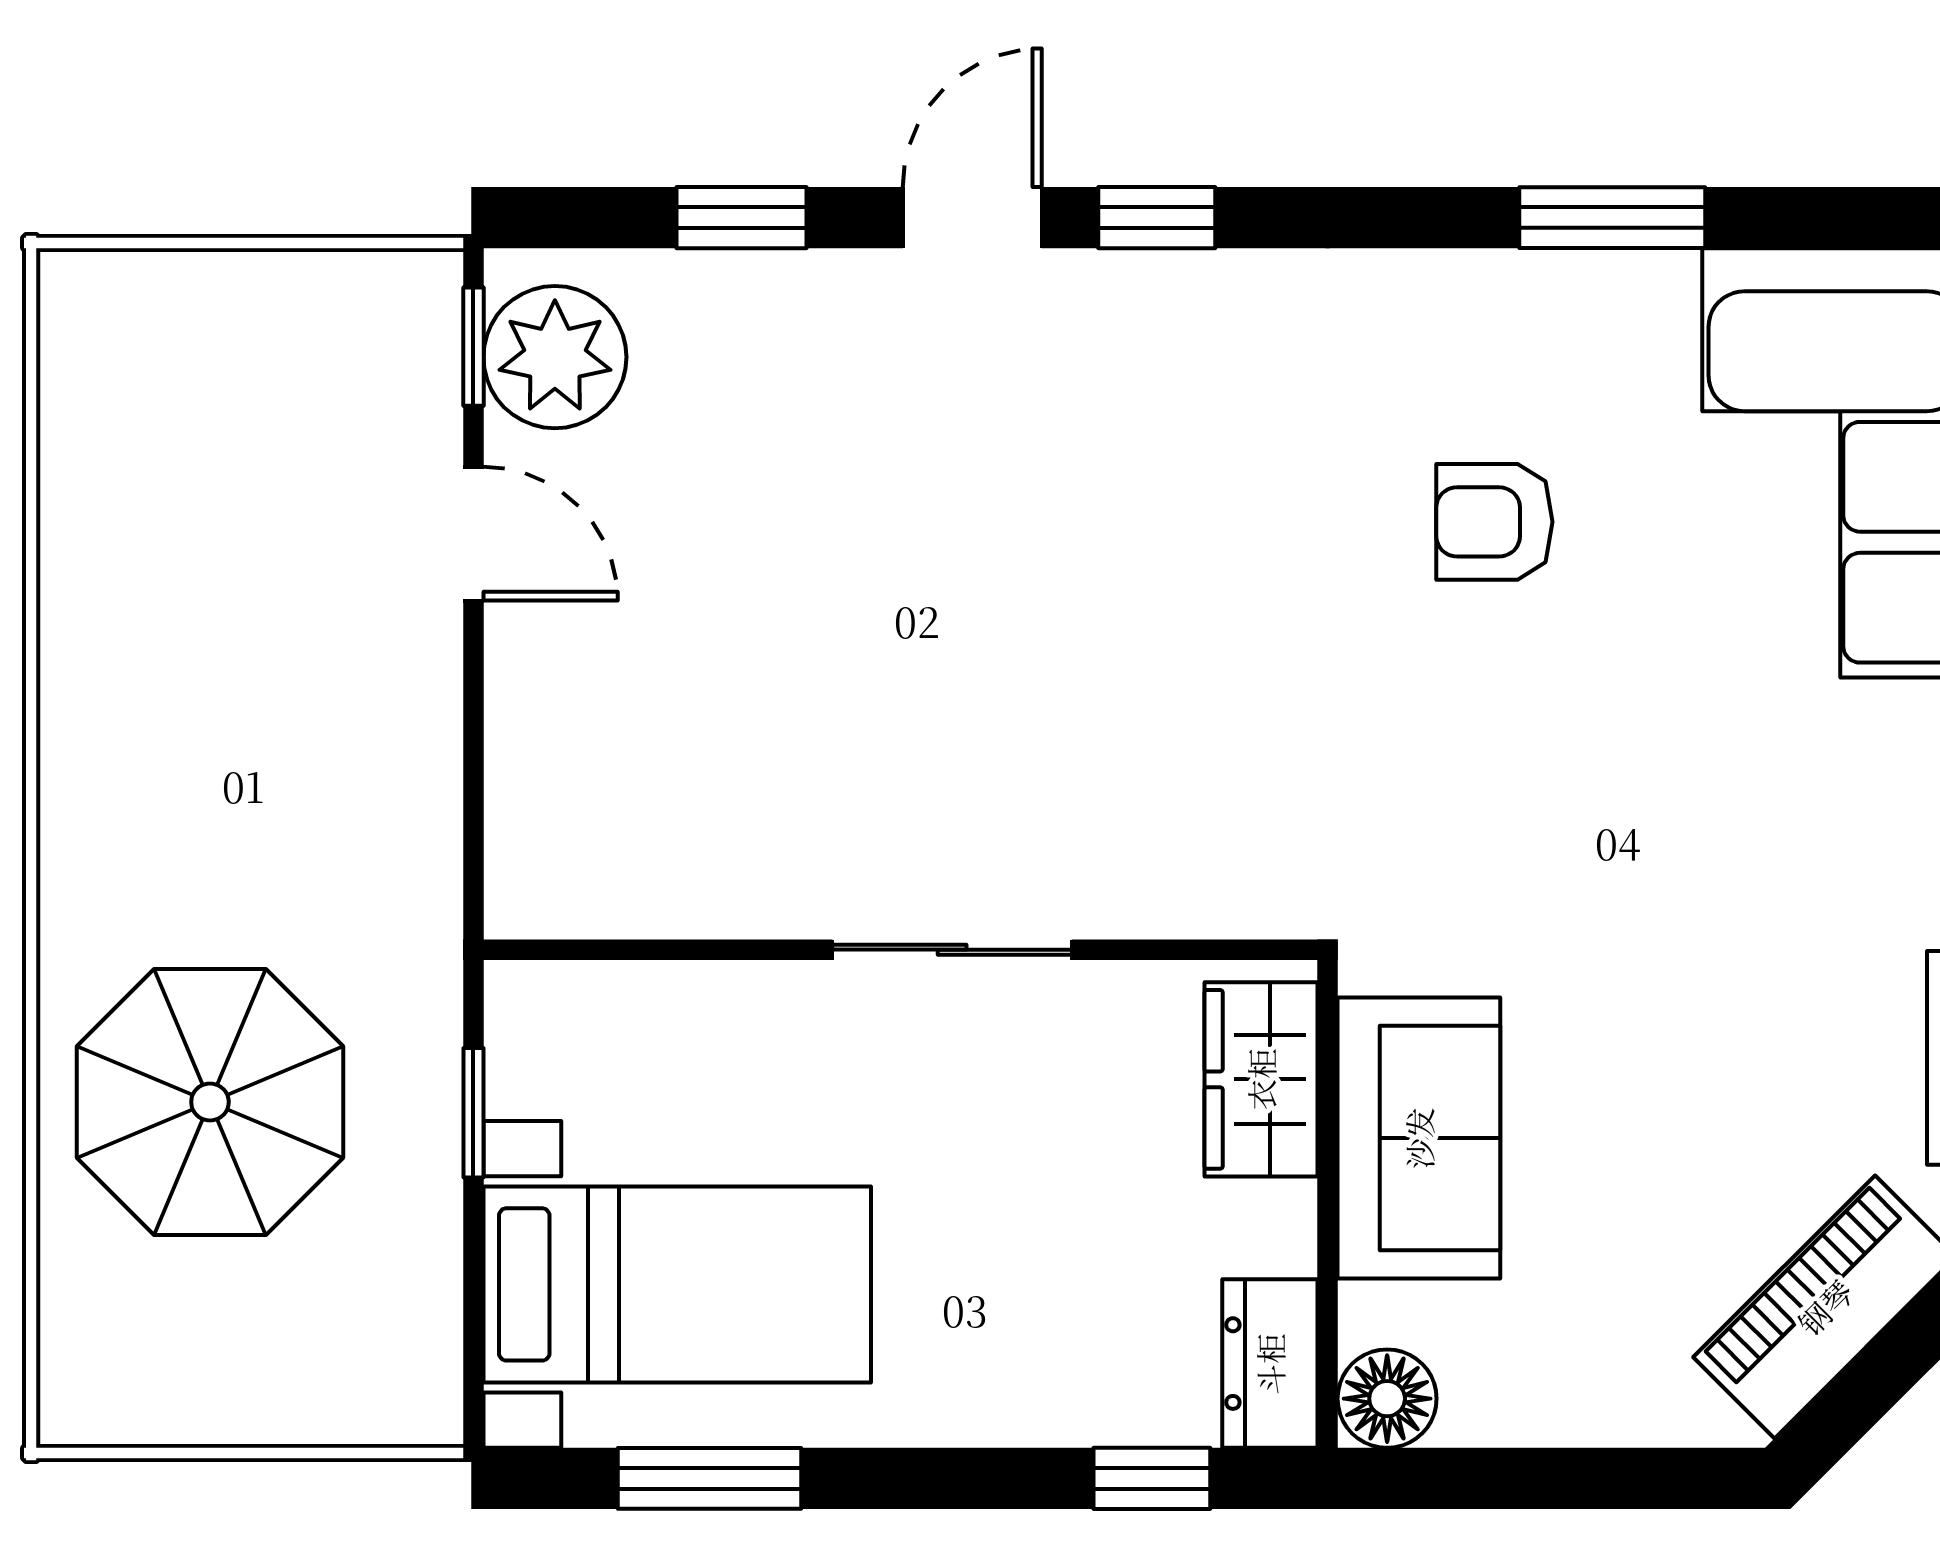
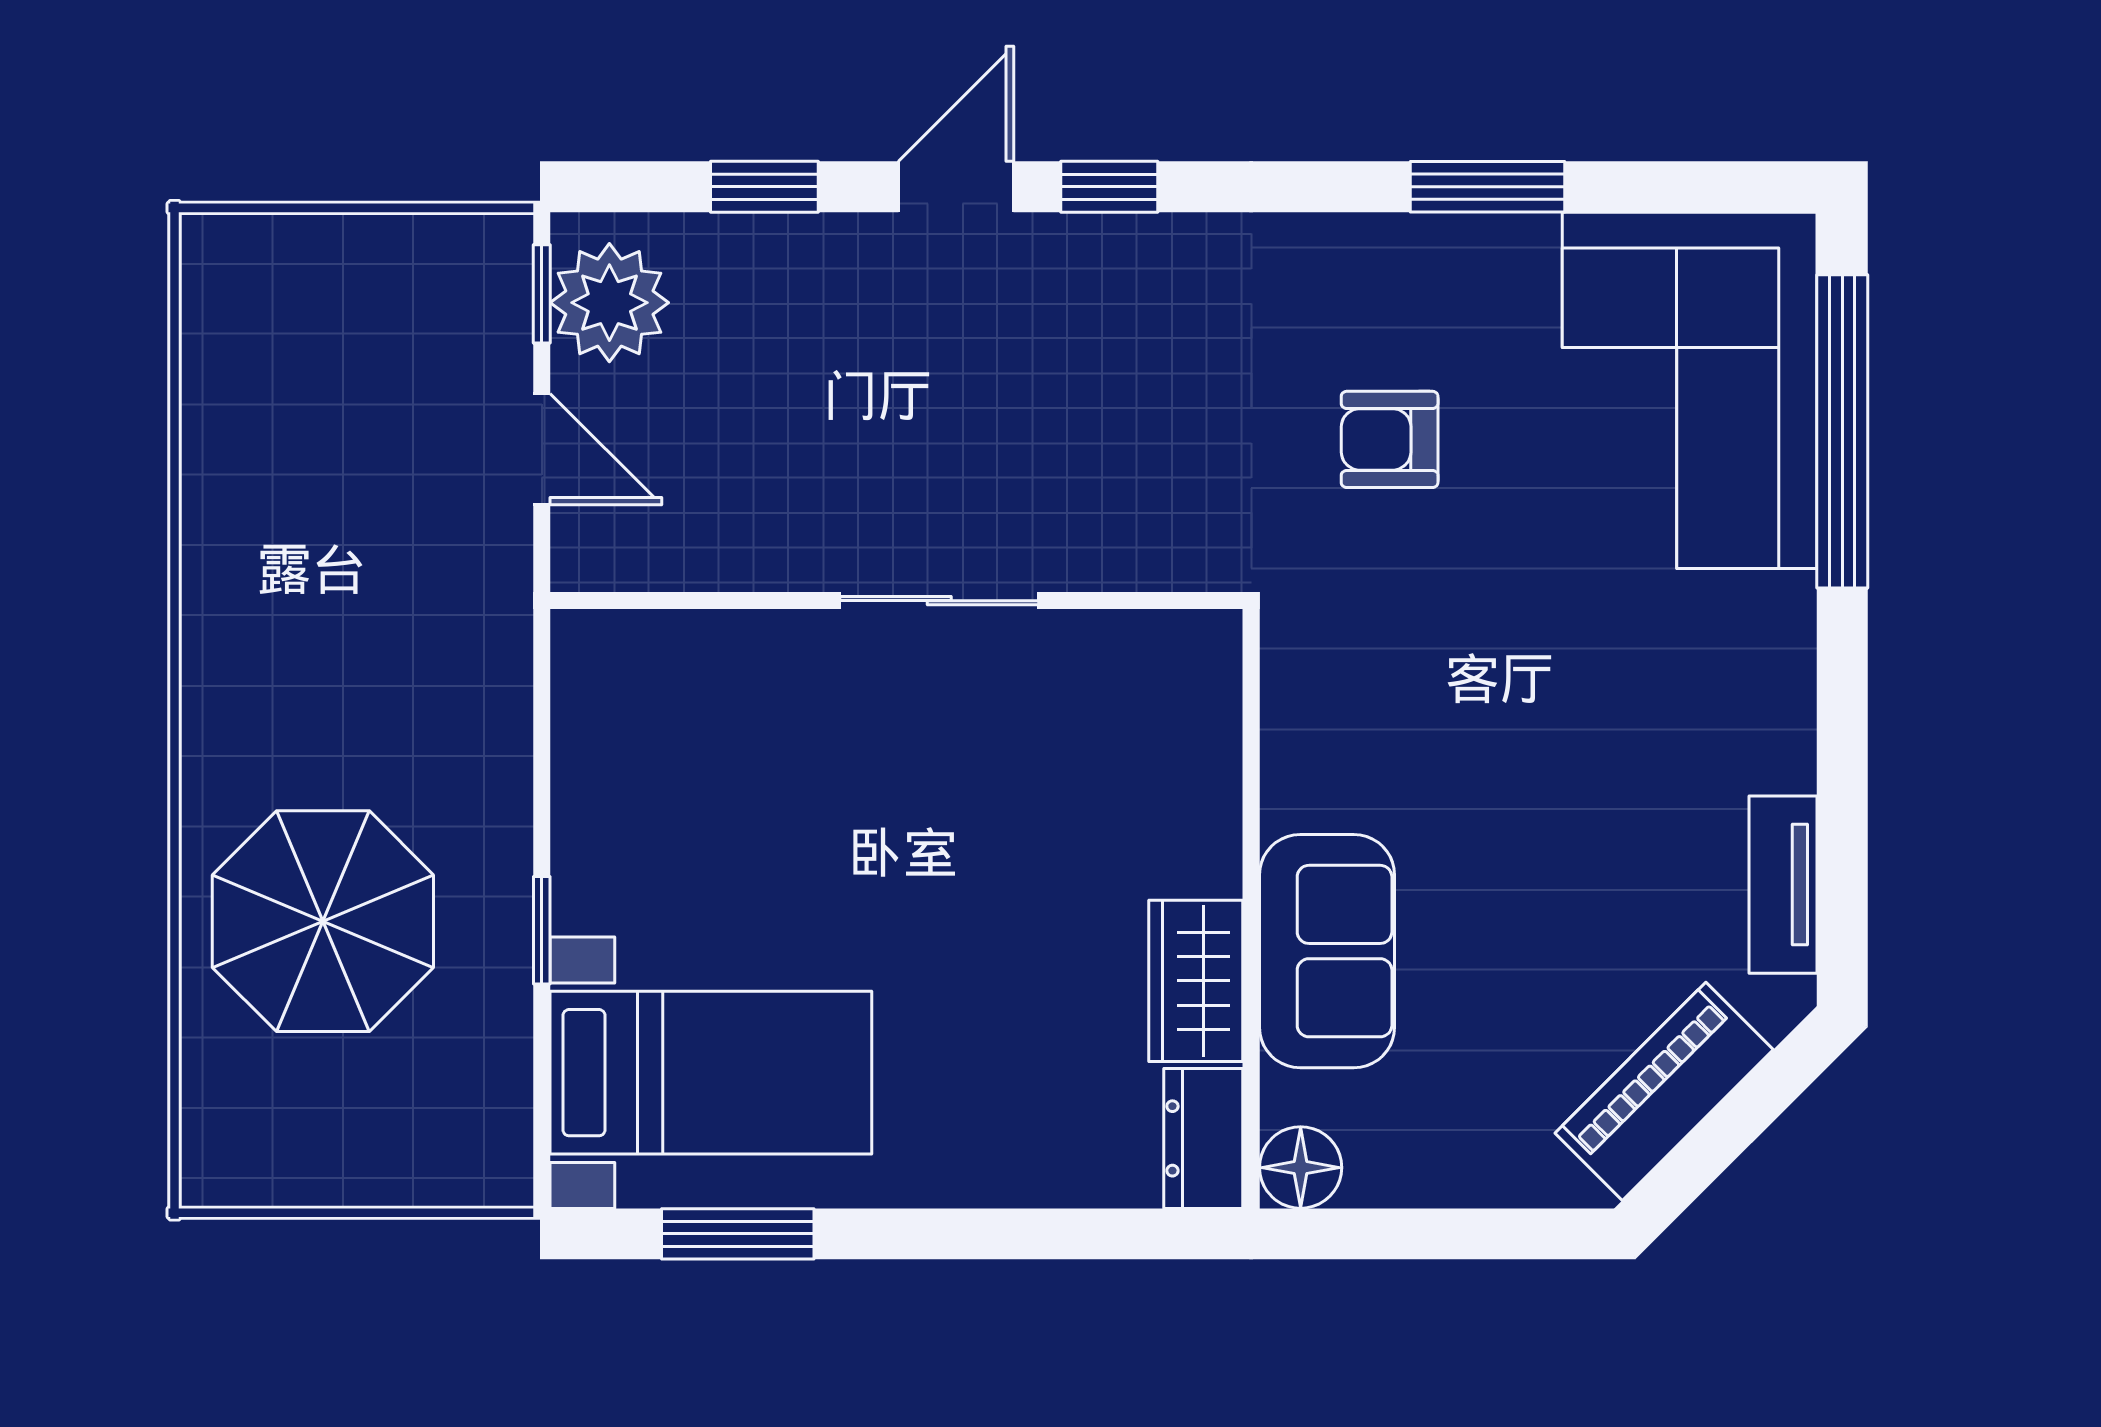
wall: (900, 950) -> (896, 601), moved
sliding door: (952, 950) -> (939, 601), moved
wardrobe: (1261, 1079) -> (1196, 981), moved
window: (1152, 1478) -> (1105, 1234), removed

